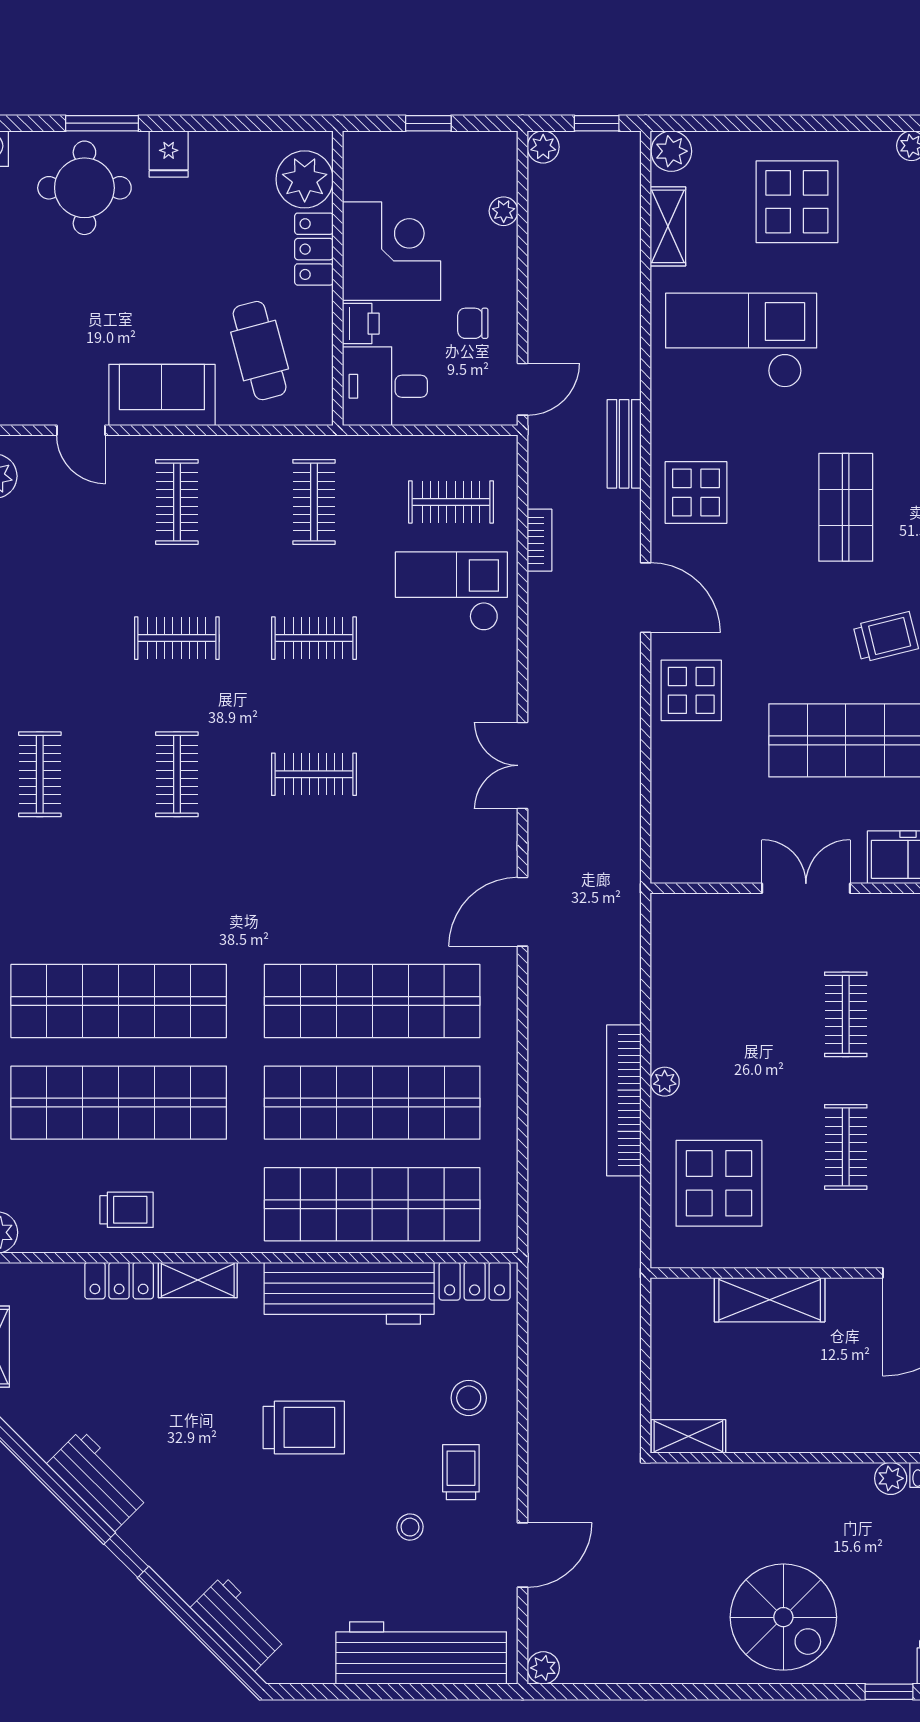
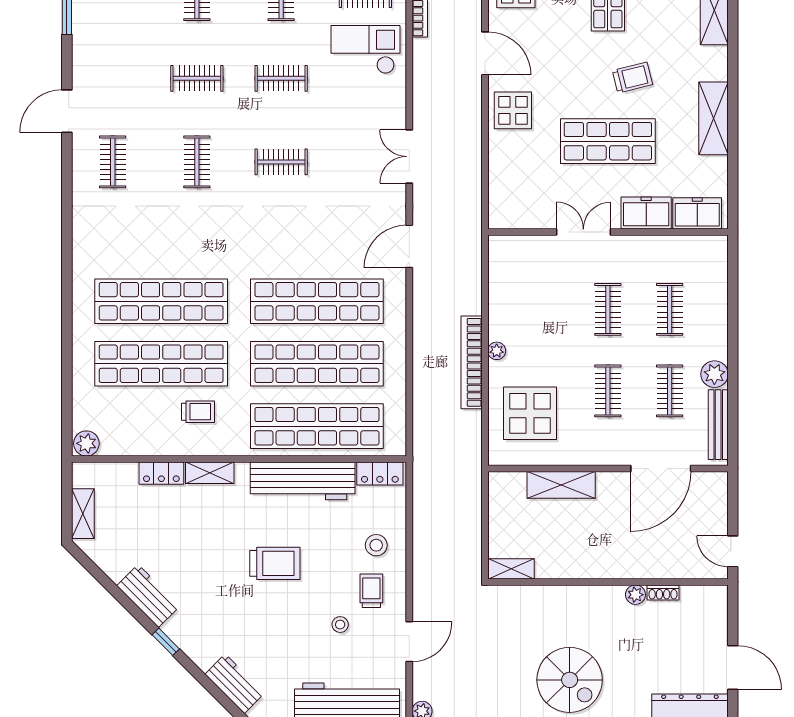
trolley: (127, 1210) -> (198, 412), moved

